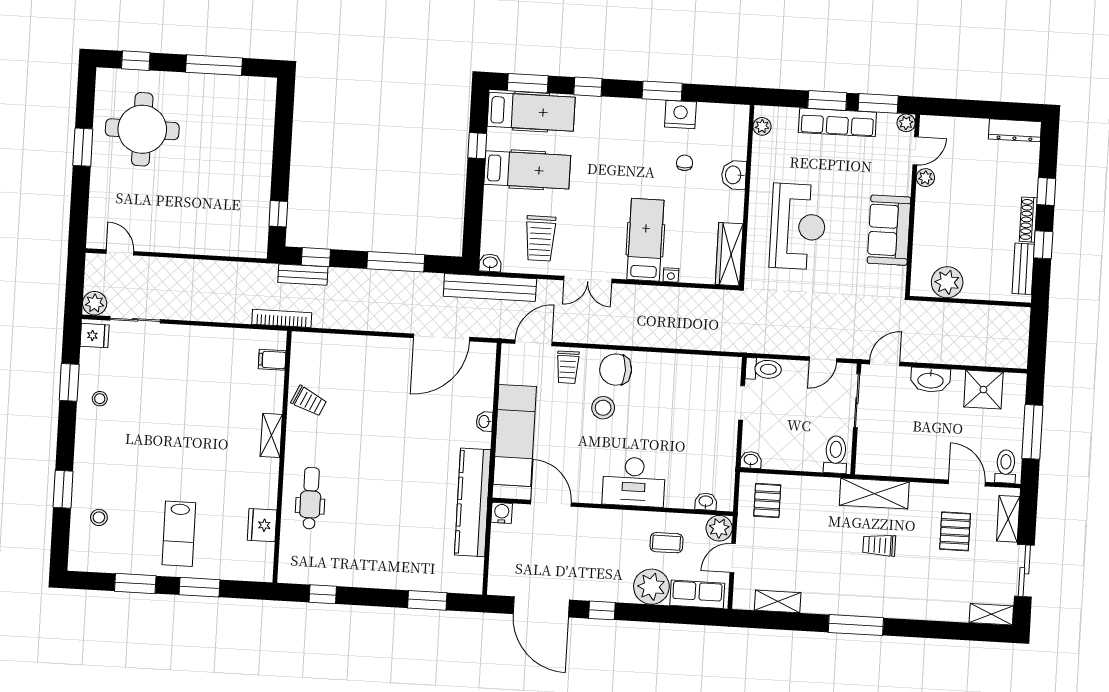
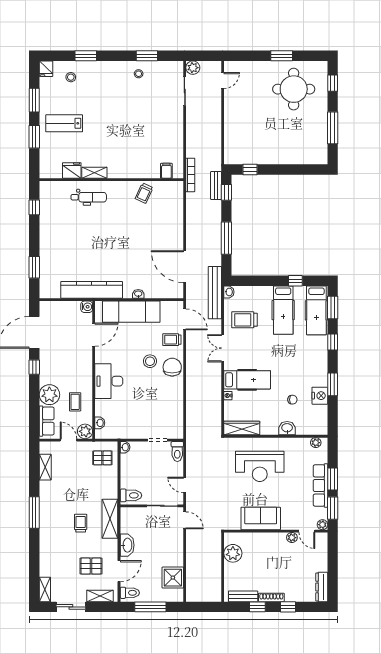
fridge: (95, 336) -> (46, 69), moved
washbasin: (931, 380) -> (127, 545), moved, turned 180
shelving: (271, 435) -> (94, 173), moved

